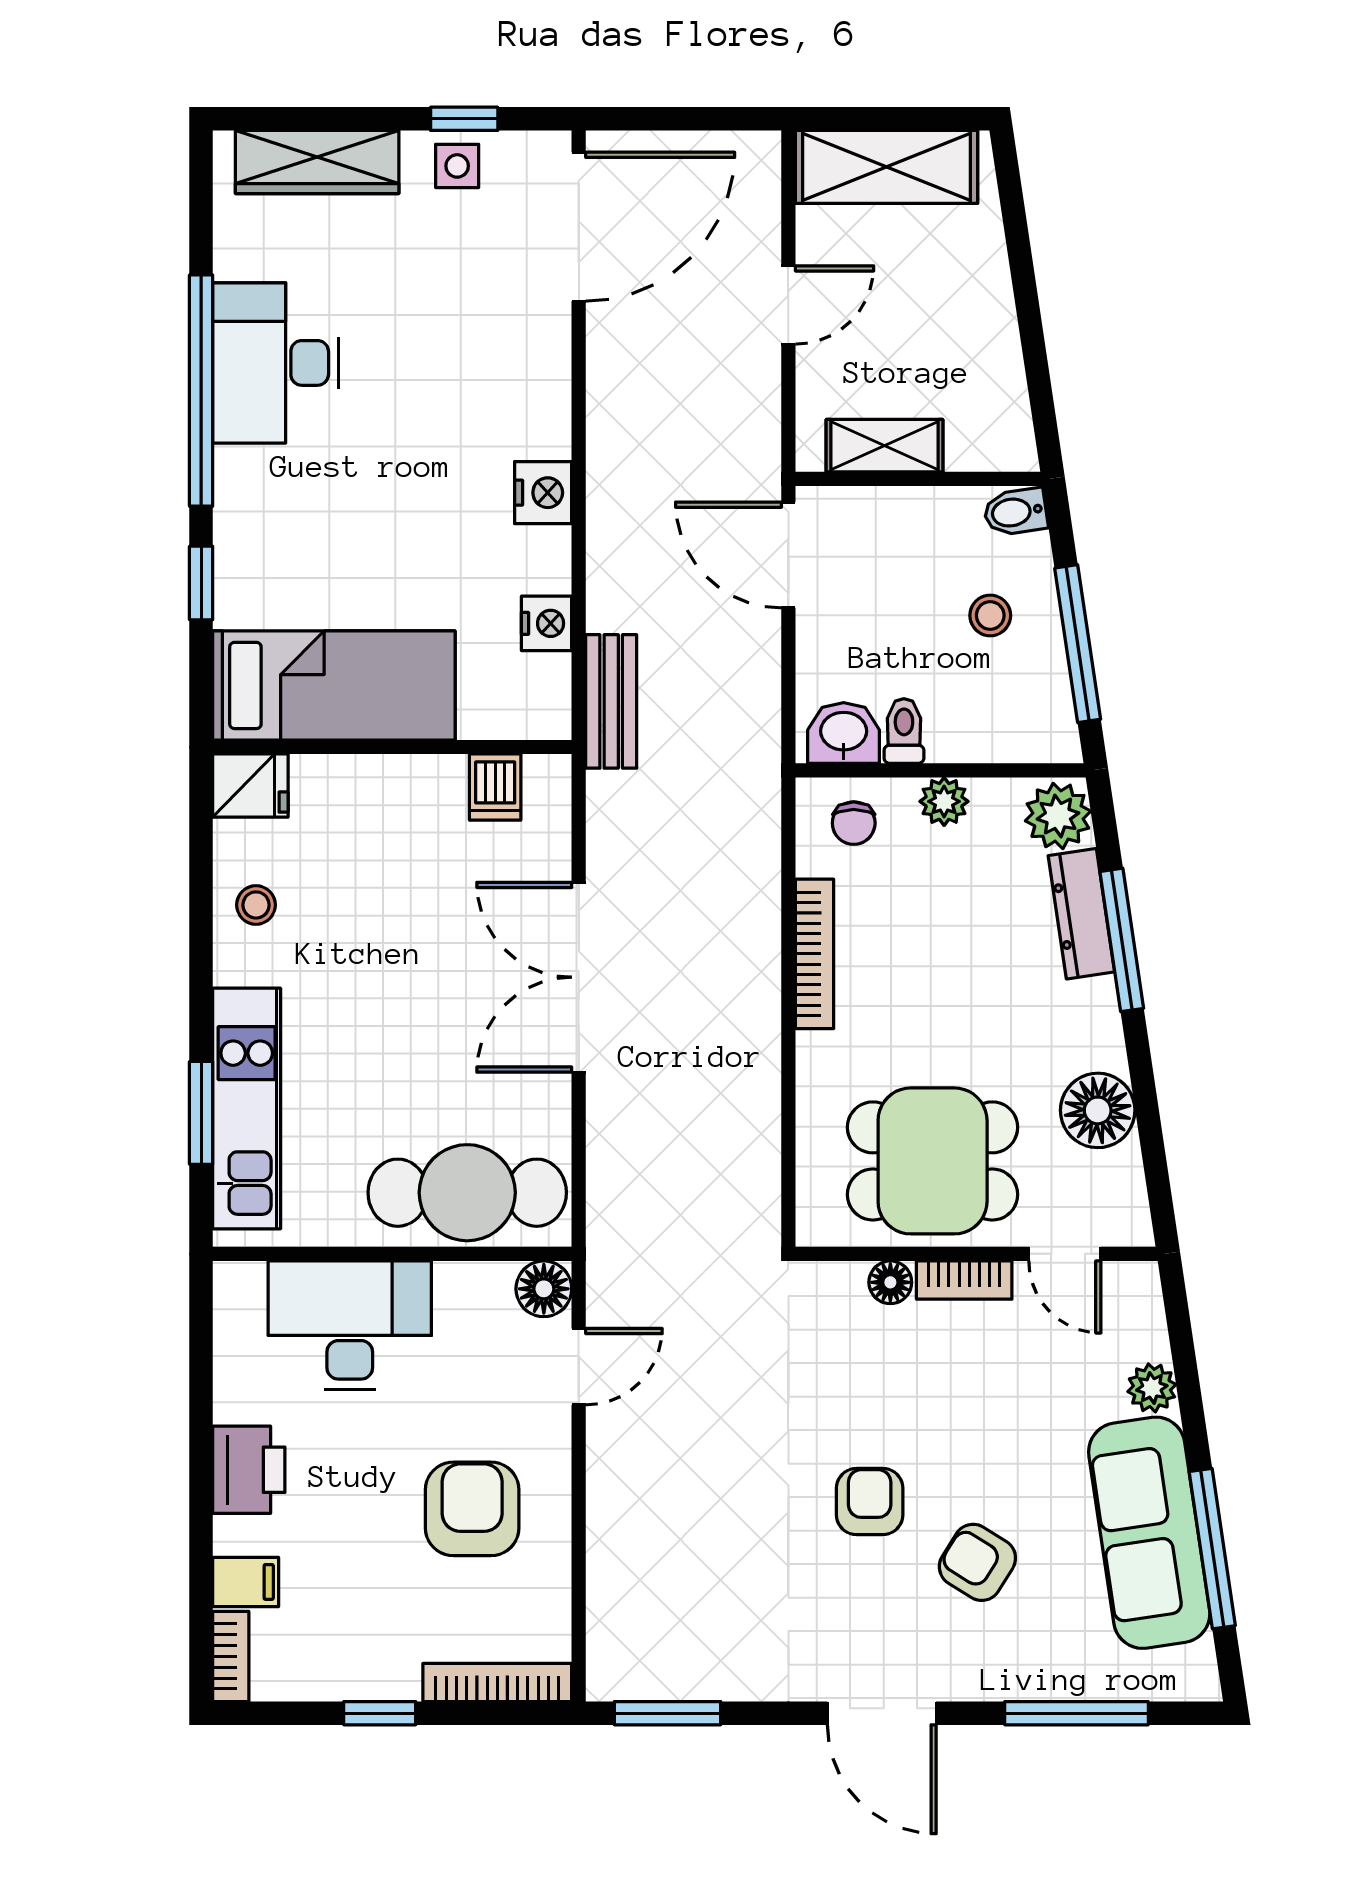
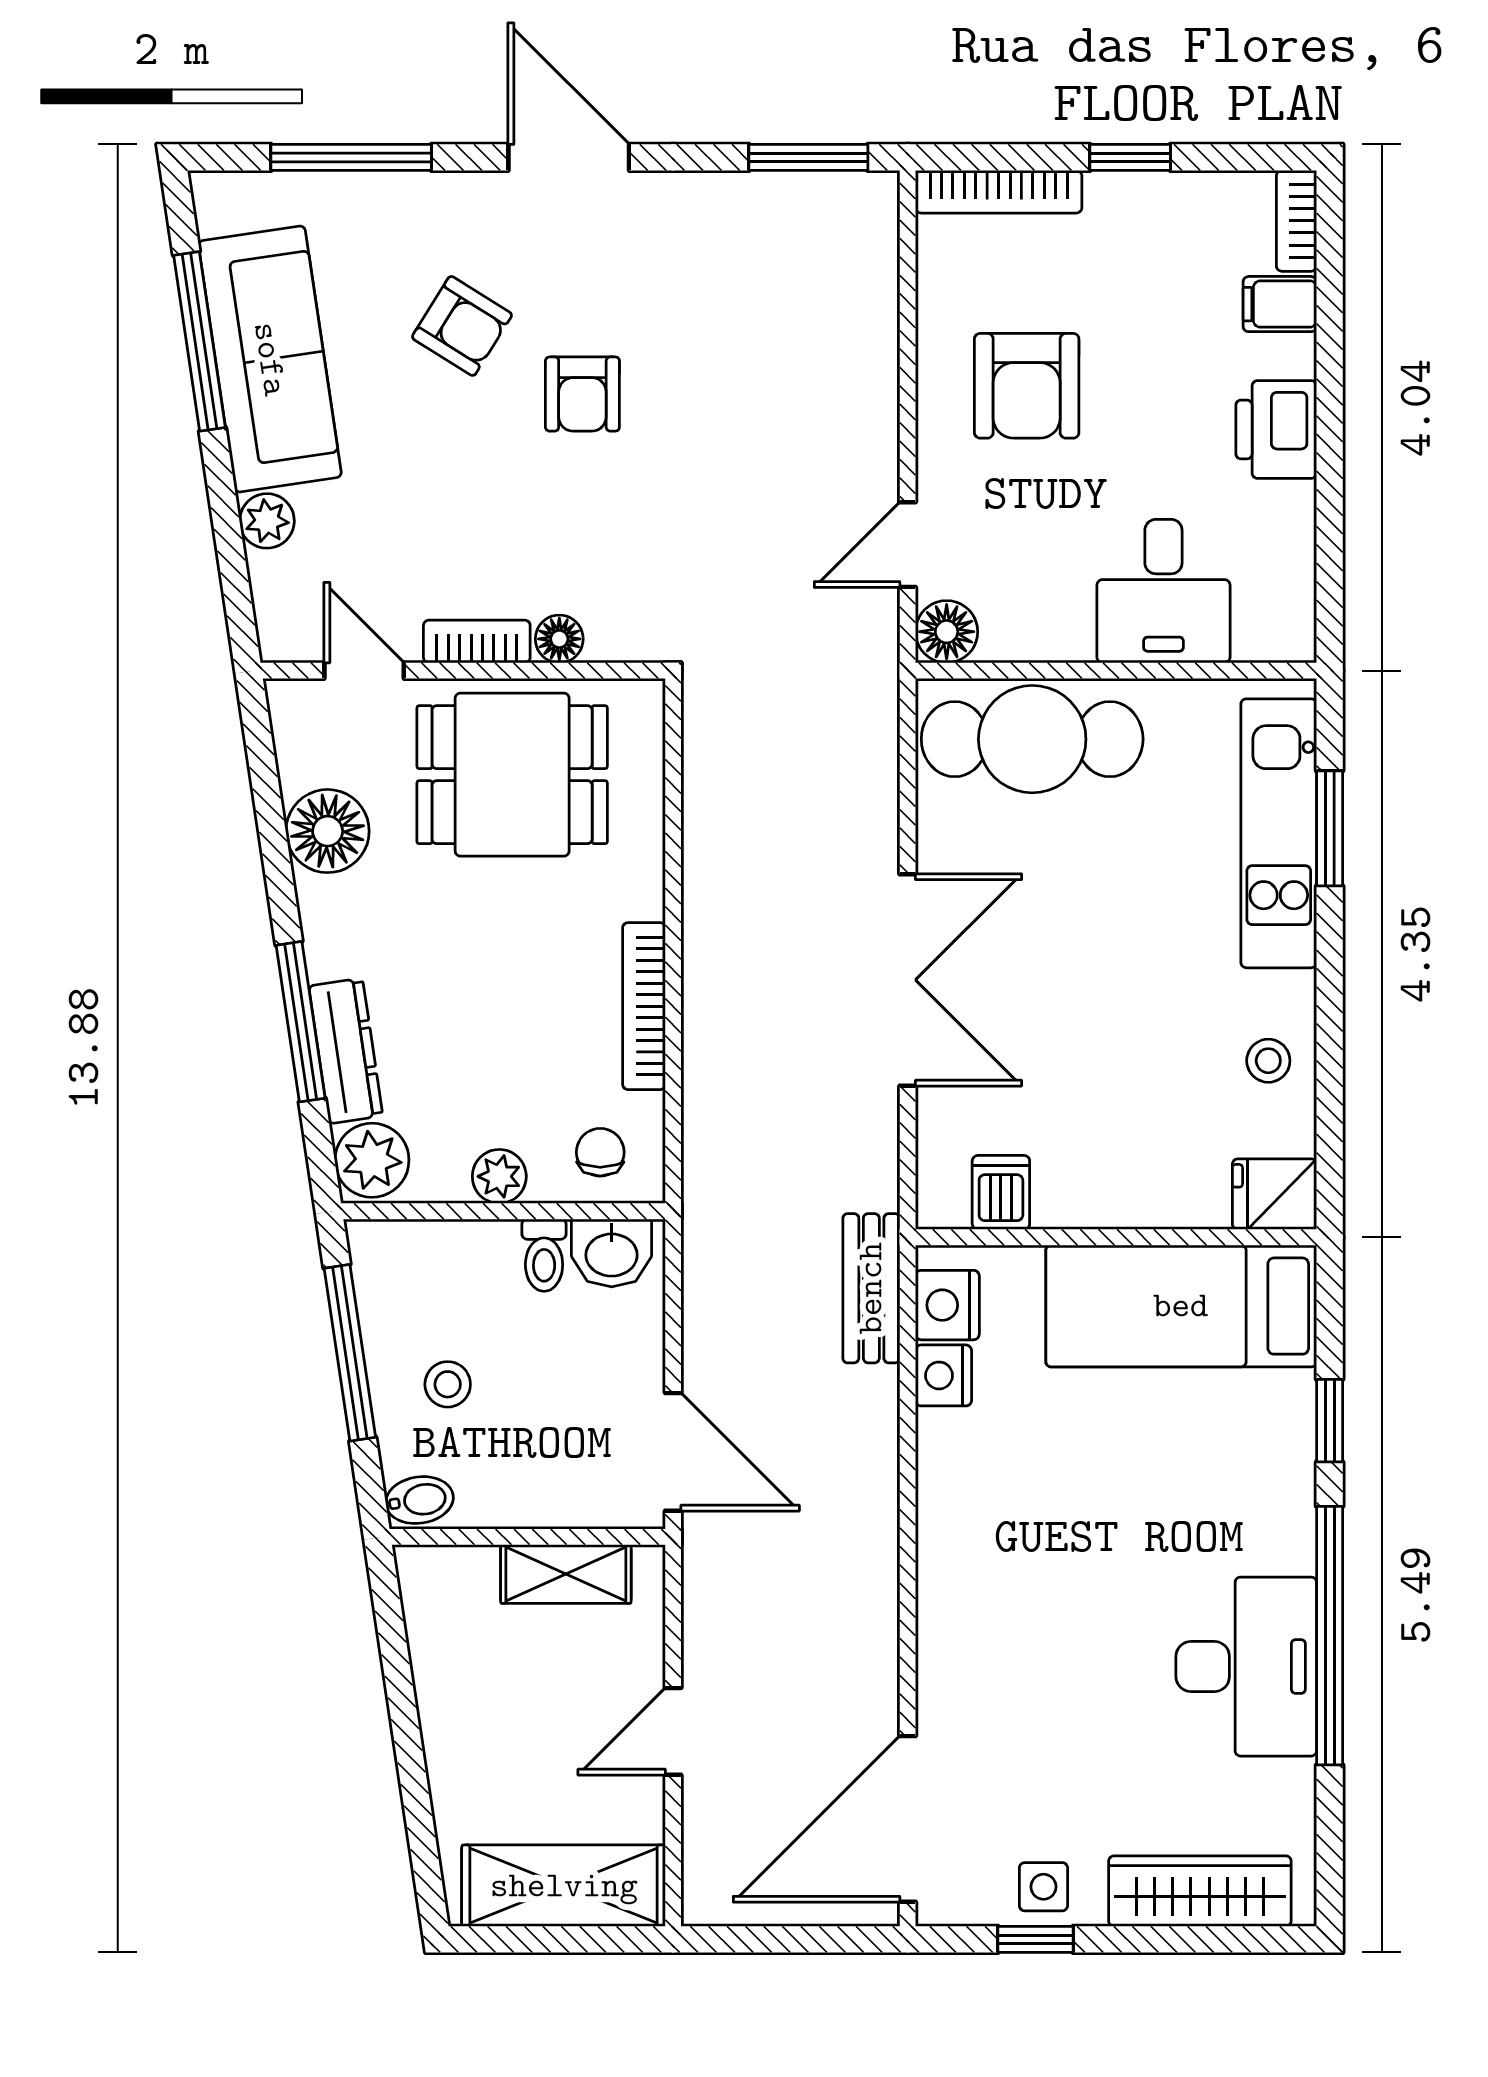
nightstand: (543, 493) -> (947, 1305), moved
desk: (350, 1325) -> (1163, 591), width x0.73

